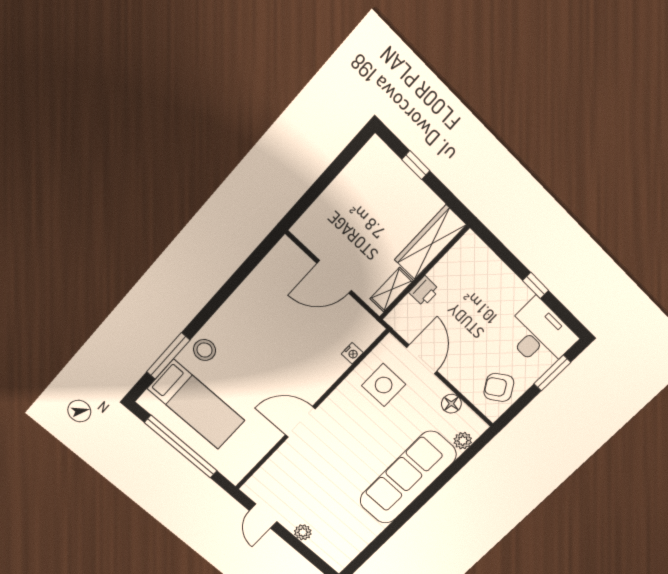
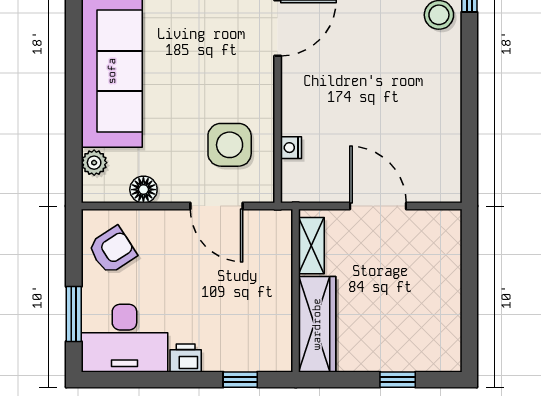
door: (334, 277) -> (378, 206), hinge flipped
window: (536, 285) -> (240, 380), moved
printer: (424, 291) -> (186, 358), moved, turned 90

